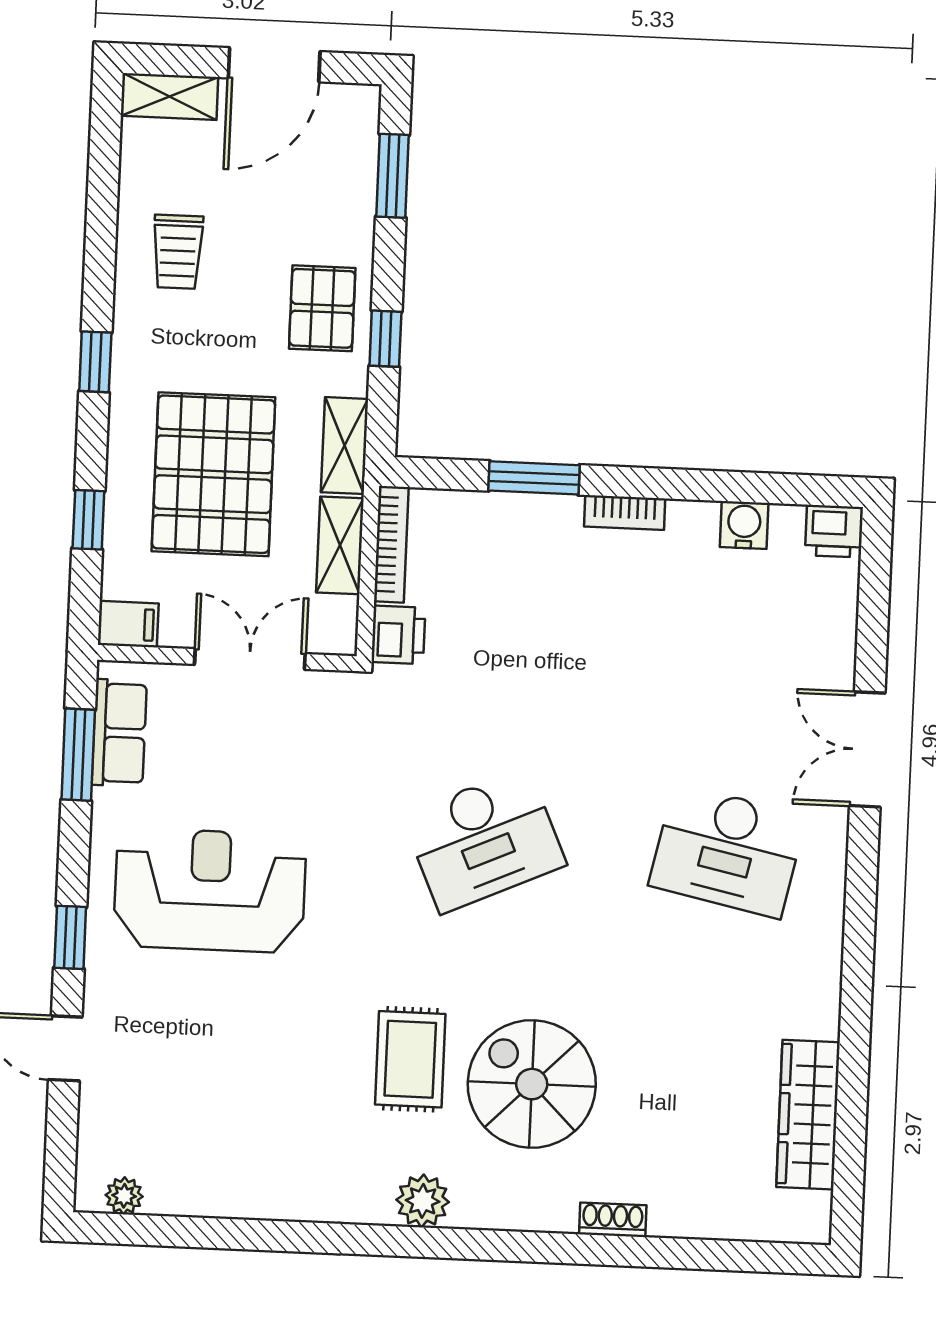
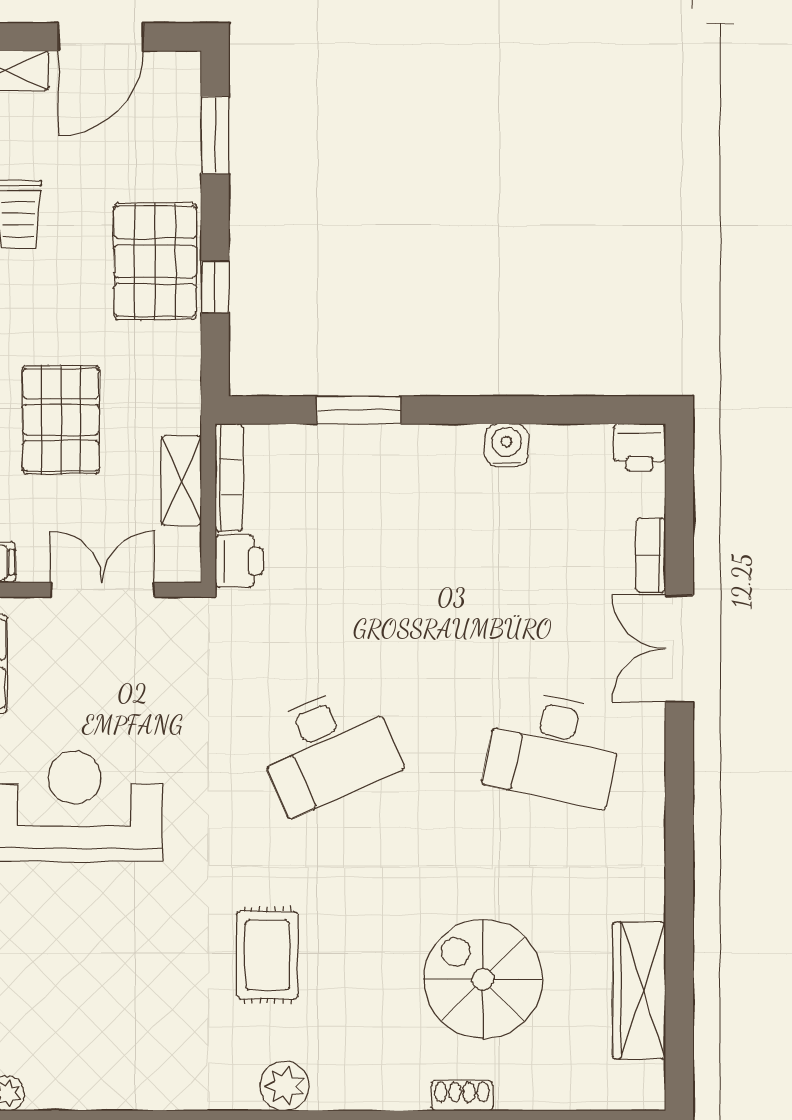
pallet: (322, 308) -> (155, 261), width x1.50, depth x1.42
shelving: (344, 446) -> (181, 388), removed
pallet: (213, 474) -> (61, 420), width x0.73, depth x0.71
bookcase: (625, 513) -> (651, 555), moved, turned 90
water cooler: (744, 525) -> (507, 445), moved
spiral stairs: (532, 1084) -> (483, 979), moved

